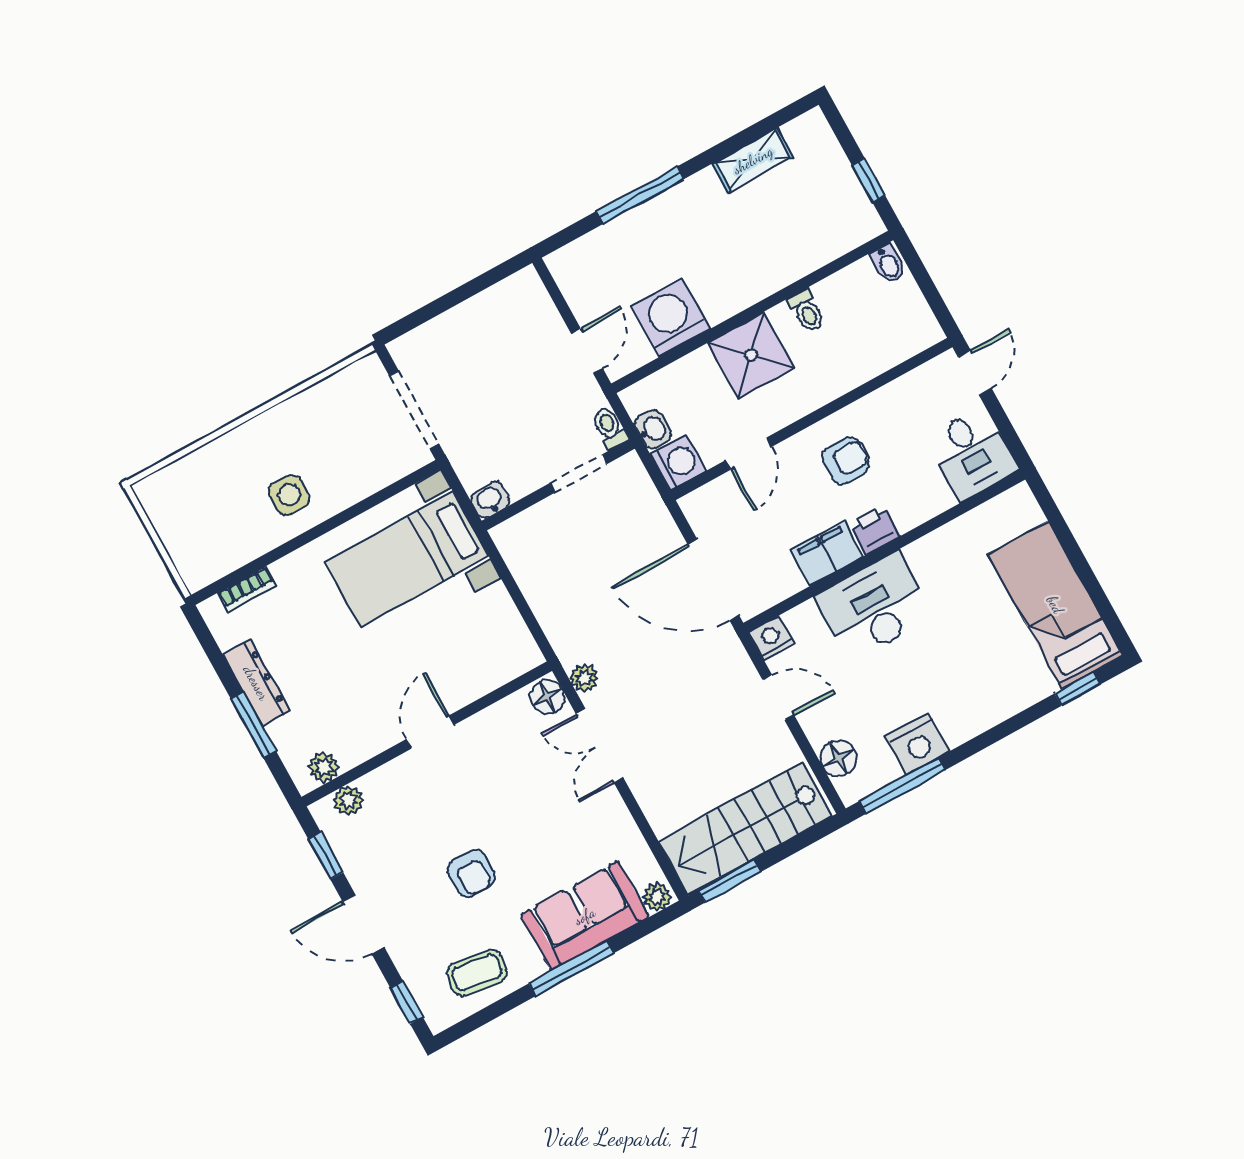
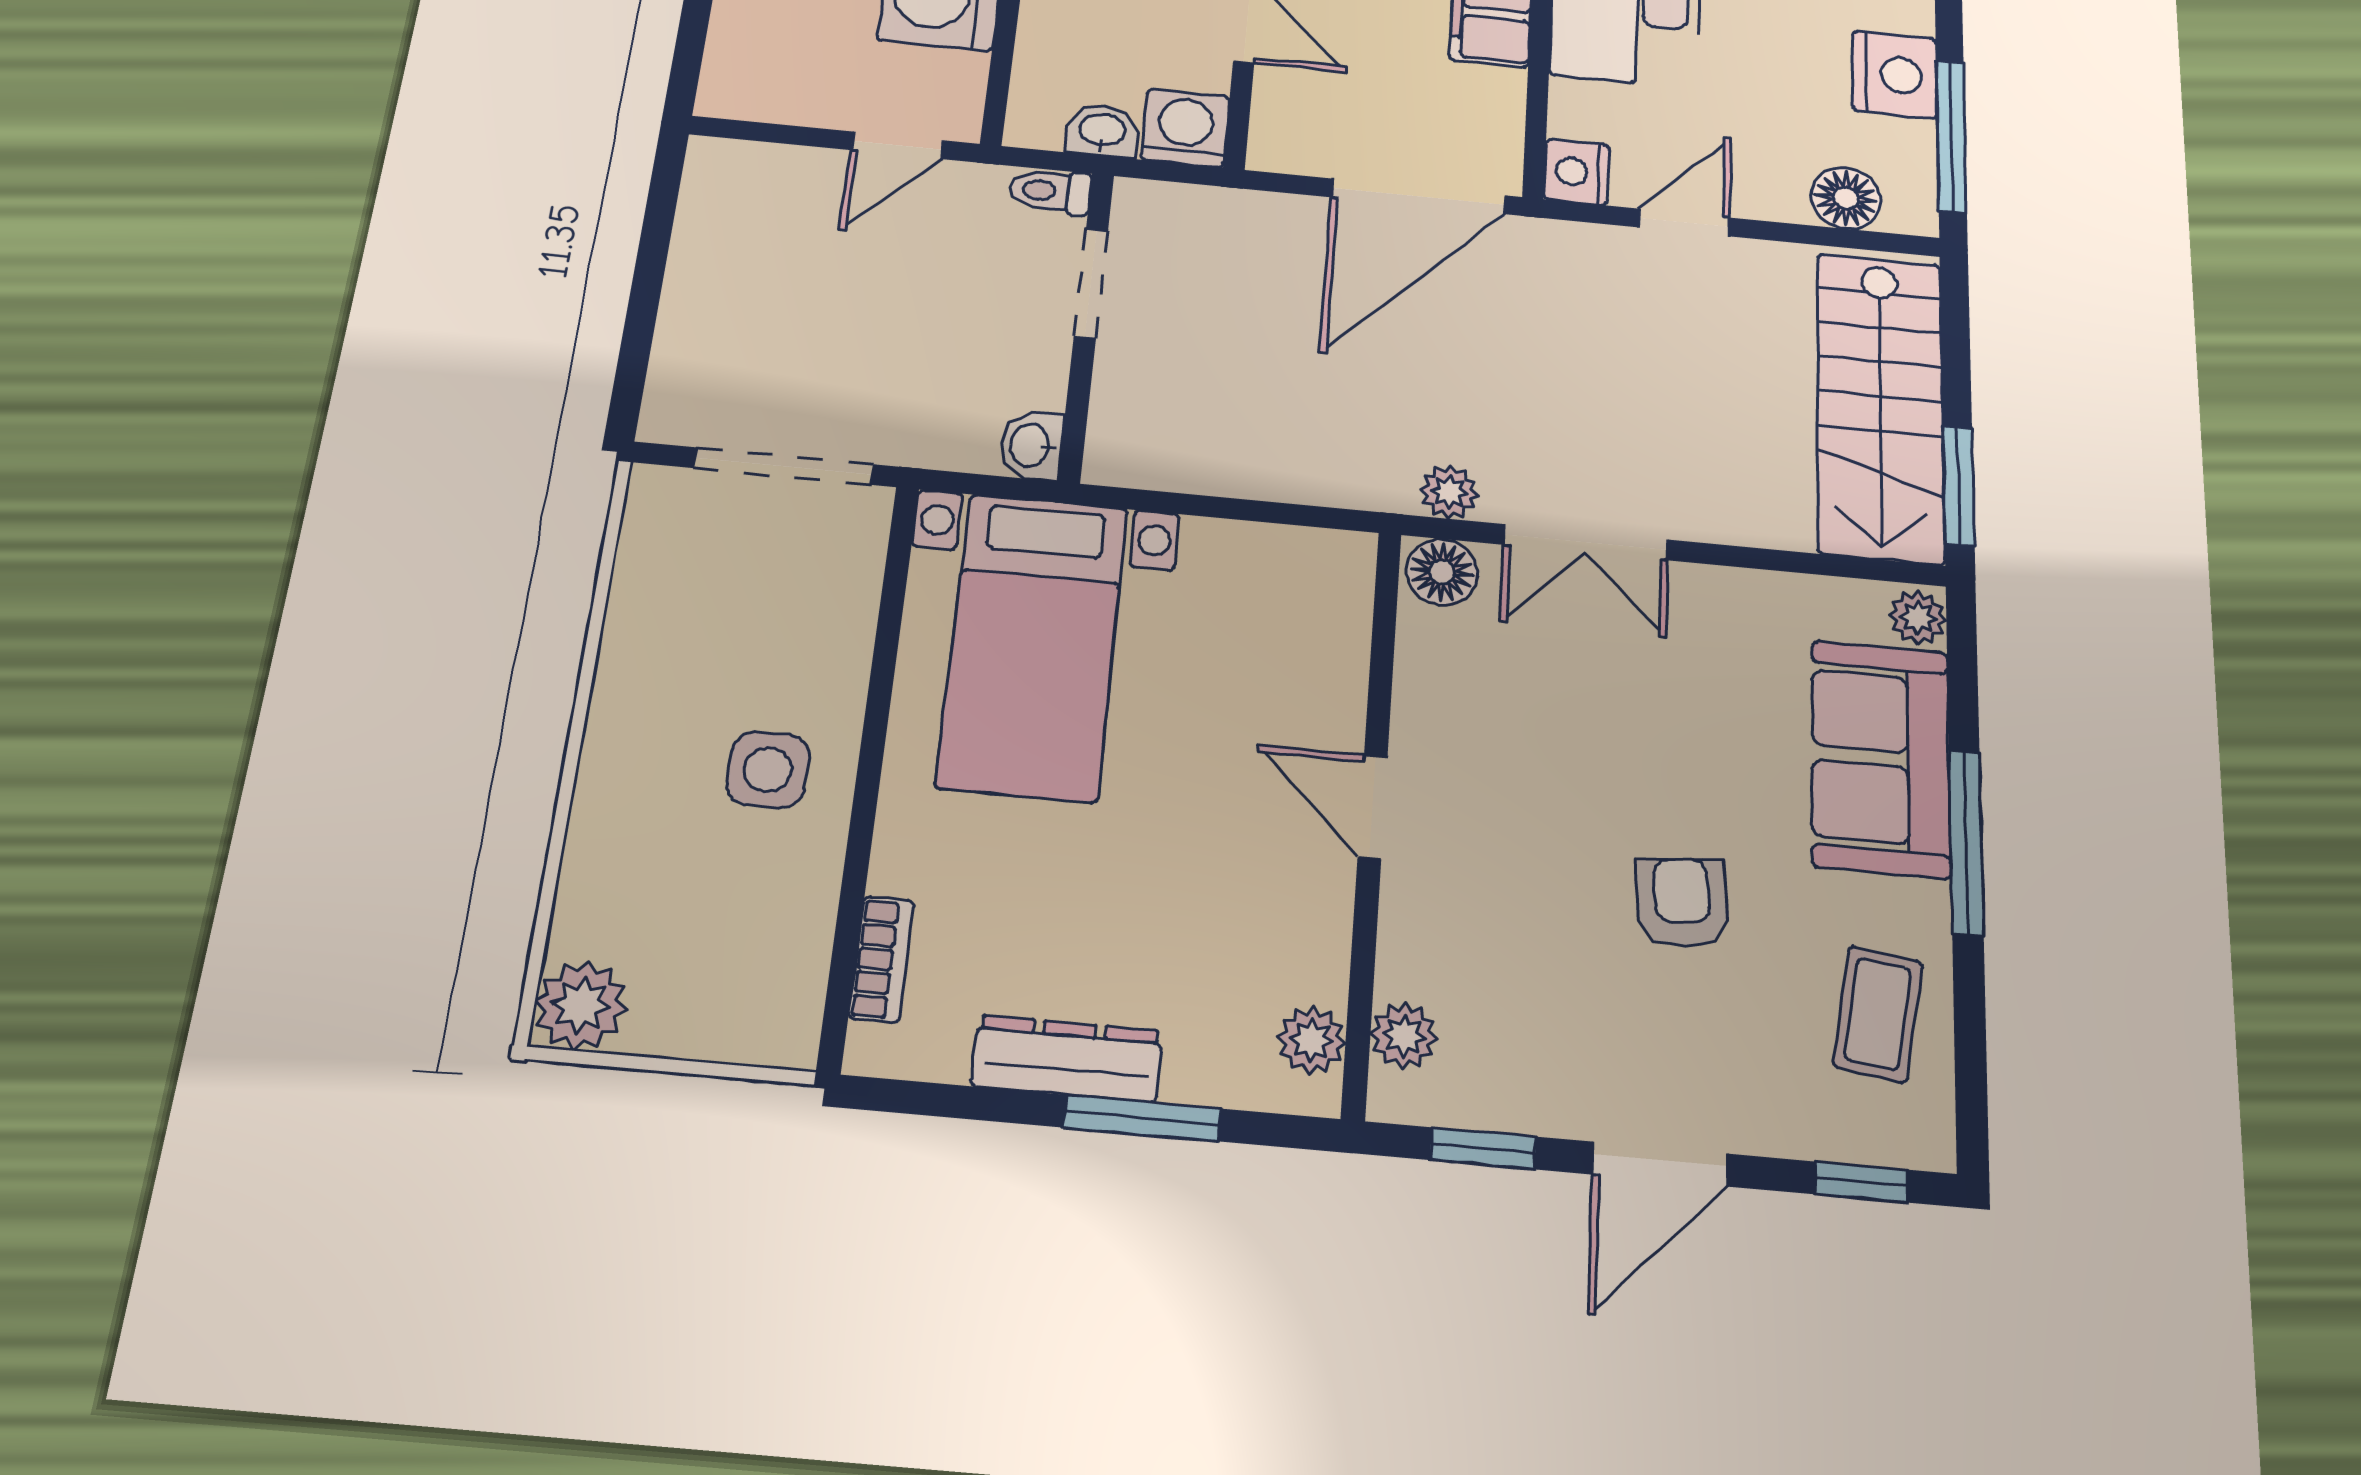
door: (587, 351) -> (898, 145), swing flipped
plant: (157, 493) -> (581, 1005), added
armchair: (471, 873) -> (1682, 903), turned -95

